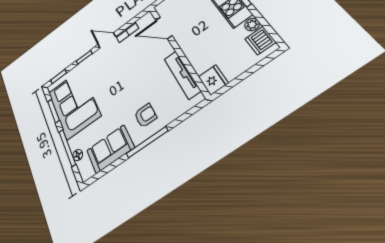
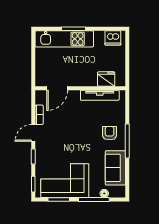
plant: (252, 25) -> (99, 36), removed
fridge: (213, 80) -> (106, 79), moved

